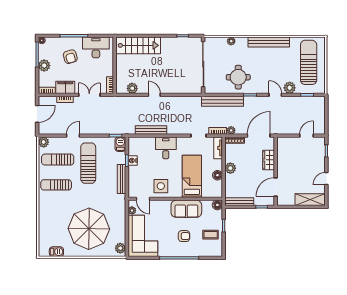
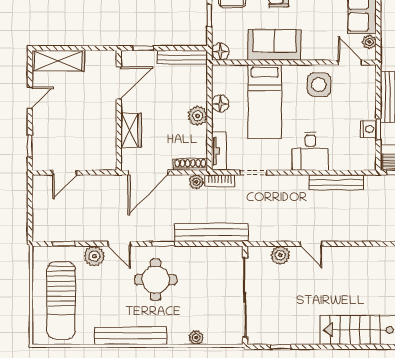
round table: (238, 77) -> (156, 280), moved
plant: (132, 88) -> (280, 255), moved
door: (154, 95) -> (311, 244), moved

